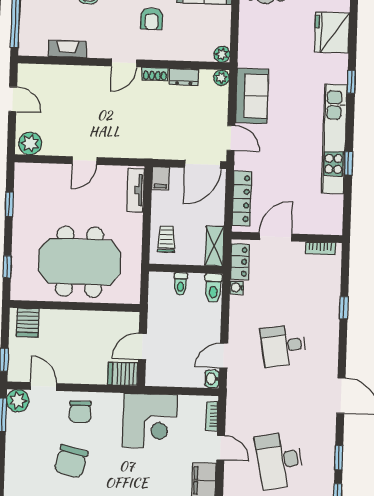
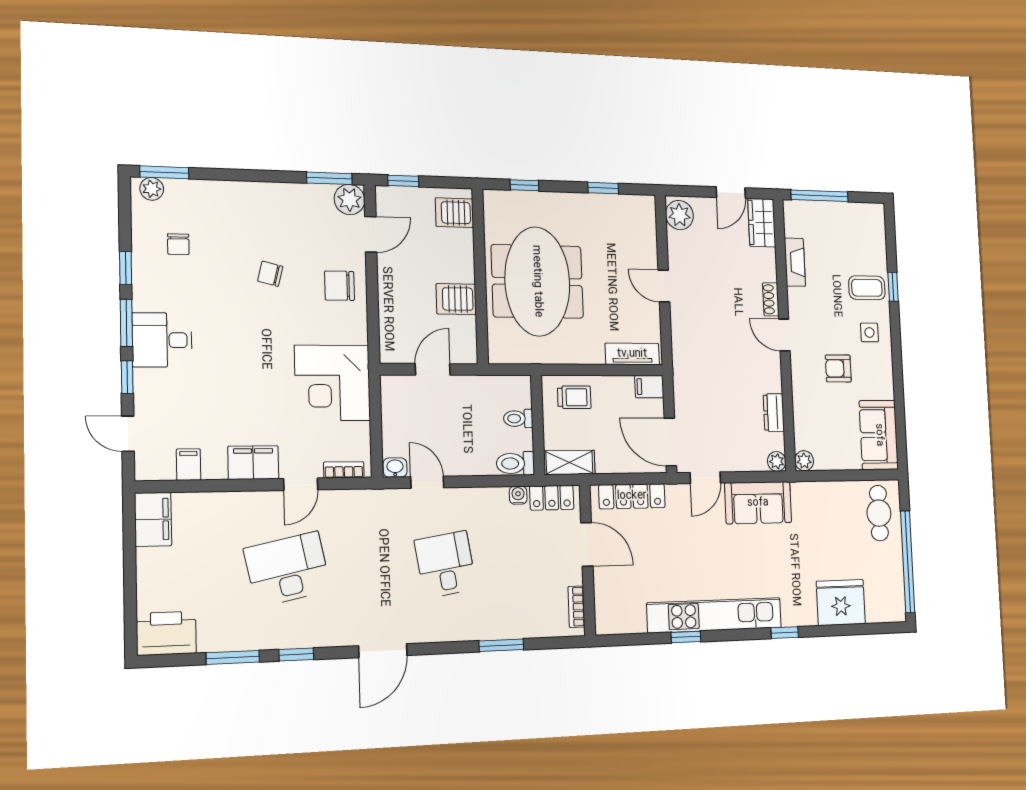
shoe rack: (155, 74) -> (771, 299), moved
wardrobe: (36, 75) -> (762, 223), added
window: (344, 308) -> (501, 645), width x1.50
door: (142, 346) -> (433, 369), hinge flipped
server rack: (123, 374) -> (456, 299), moved, turned -90
chair: (71, 461) -> (270, 274), width x0.54, depth x0.54

